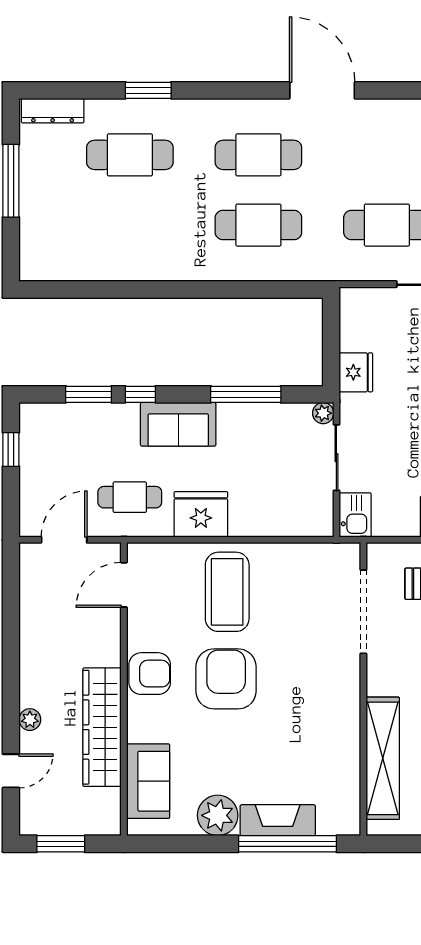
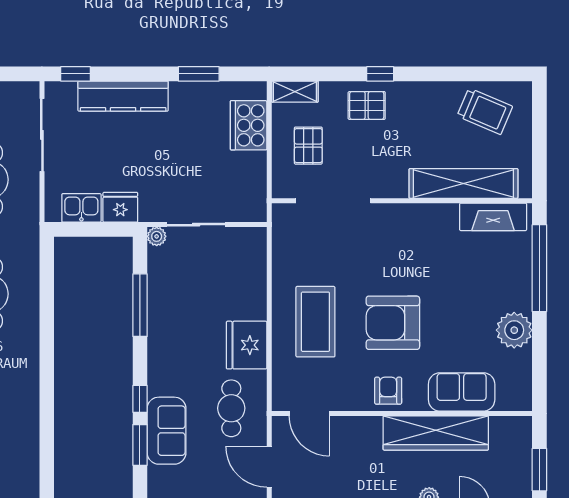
sofa: (178, 424) -> (167, 431), moved
kitchen sink: (355, 515) -> (81, 208), moved
coffee table: (227, 592) -> (315, 322), turned 90
armchair: (150, 674) -> (388, 391), width x0.72, depth x0.72
sofa: (148, 781) -> (462, 392), moved
fireplace: (278, 820) -> (493, 217), moved, turned -90

